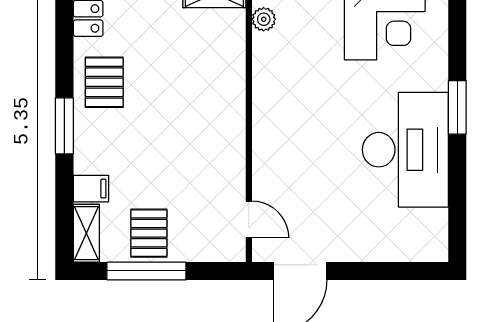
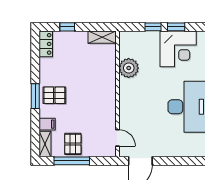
plant: (264, 19) -> (129, 68), moved, width x1.87, depth x1.87
pallet: (104, 82) -> (54, 95), moved, turned 90

